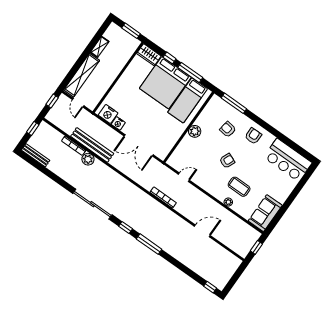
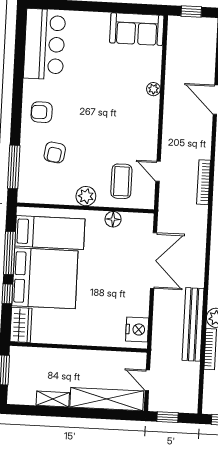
door: (78, 103) -> (147, 380), swing flipped
nightstand: (118, 123) -> (141, 307), removed
floor lamp: (174, 138) -> (113, 219), added
armchair: (227, 161) -> (98, 126), removed
coffee table: (239, 187) -> (121, 181), moved

